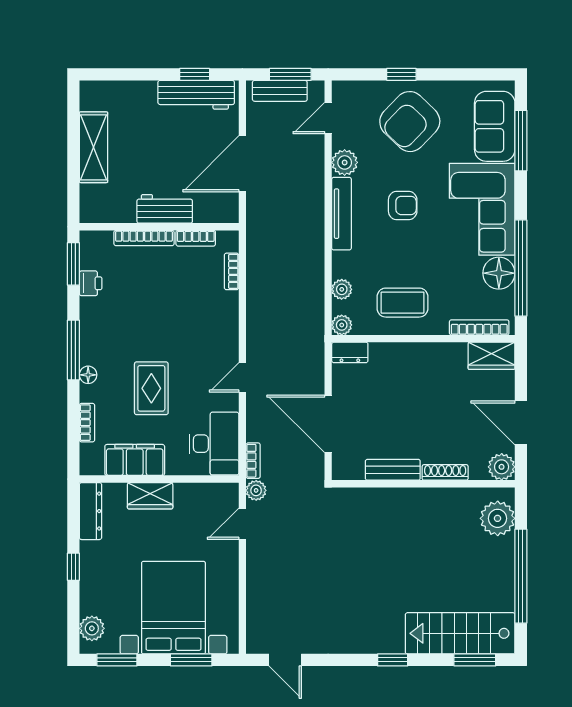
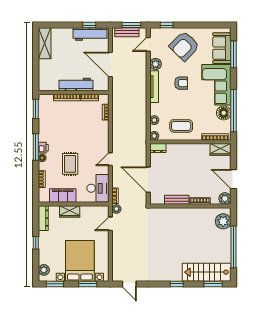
window: (401, 74) -> (167, 25), moved
shelving: (93, 147) -> (45, 43), moved
door: (242, 164) -> (110, 65), hinge flipped
workbench: (165, 209) -> (76, 85), width x1.38
printer: (91, 283) -> (43, 148), moved

